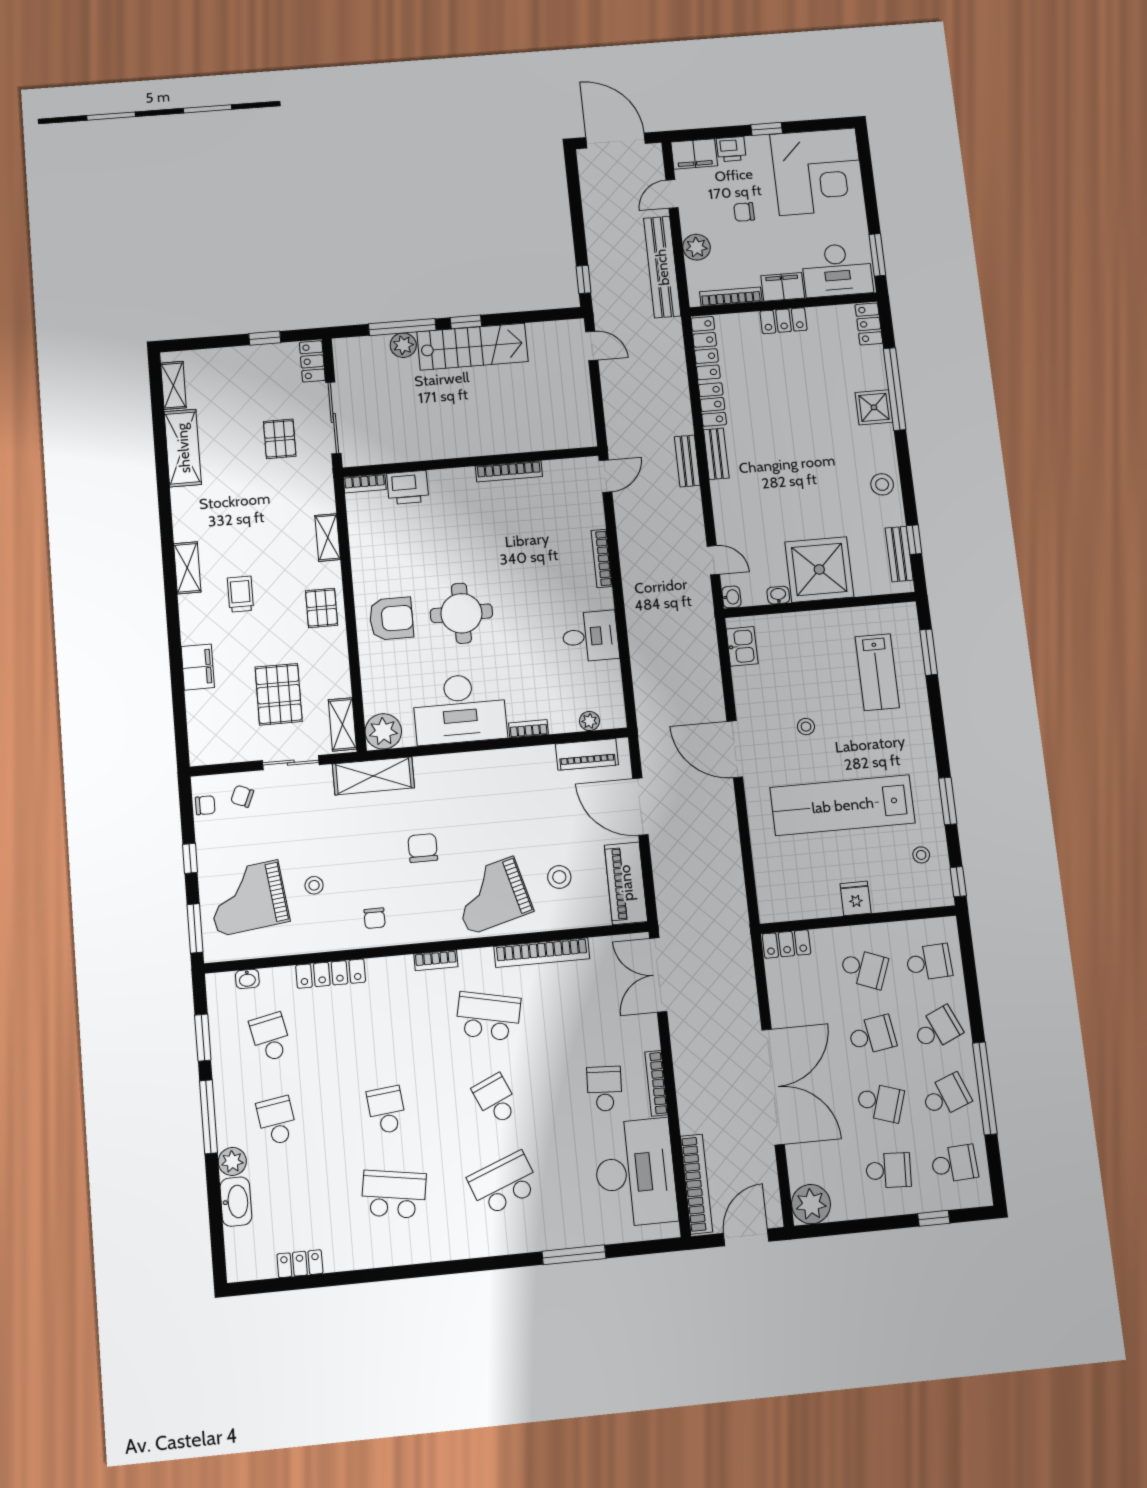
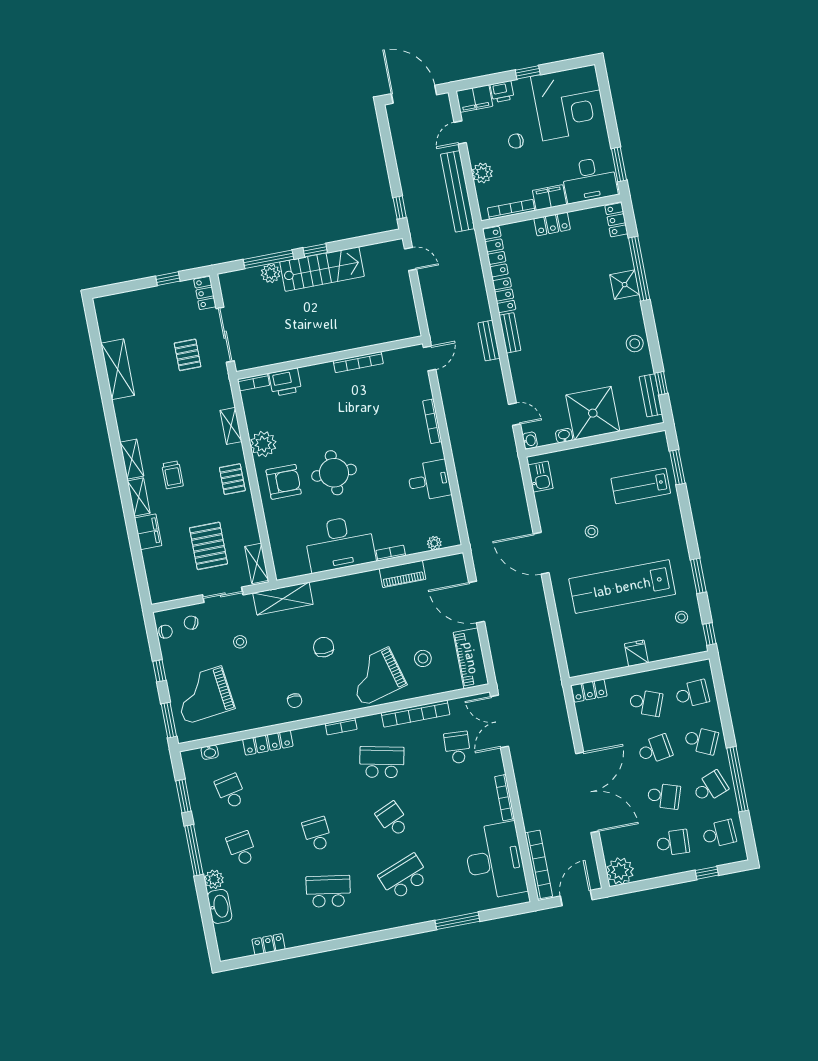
shelving: (173, 385) -> (139, 497), moved
trolley: (240, 594) -> (172, 475), turned 180
lab bench: (877, 672) -> (641, 486), turned 90
plant: (383, 731) -> (263, 444), moved
piano: (587, 754) -> (402, 574), moved
stool: (314, 885) -> (240, 642), moved
school desk: (937, 1029) -> (701, 741), turned 48
school desk: (604, 1089) -> (457, 748), moved

